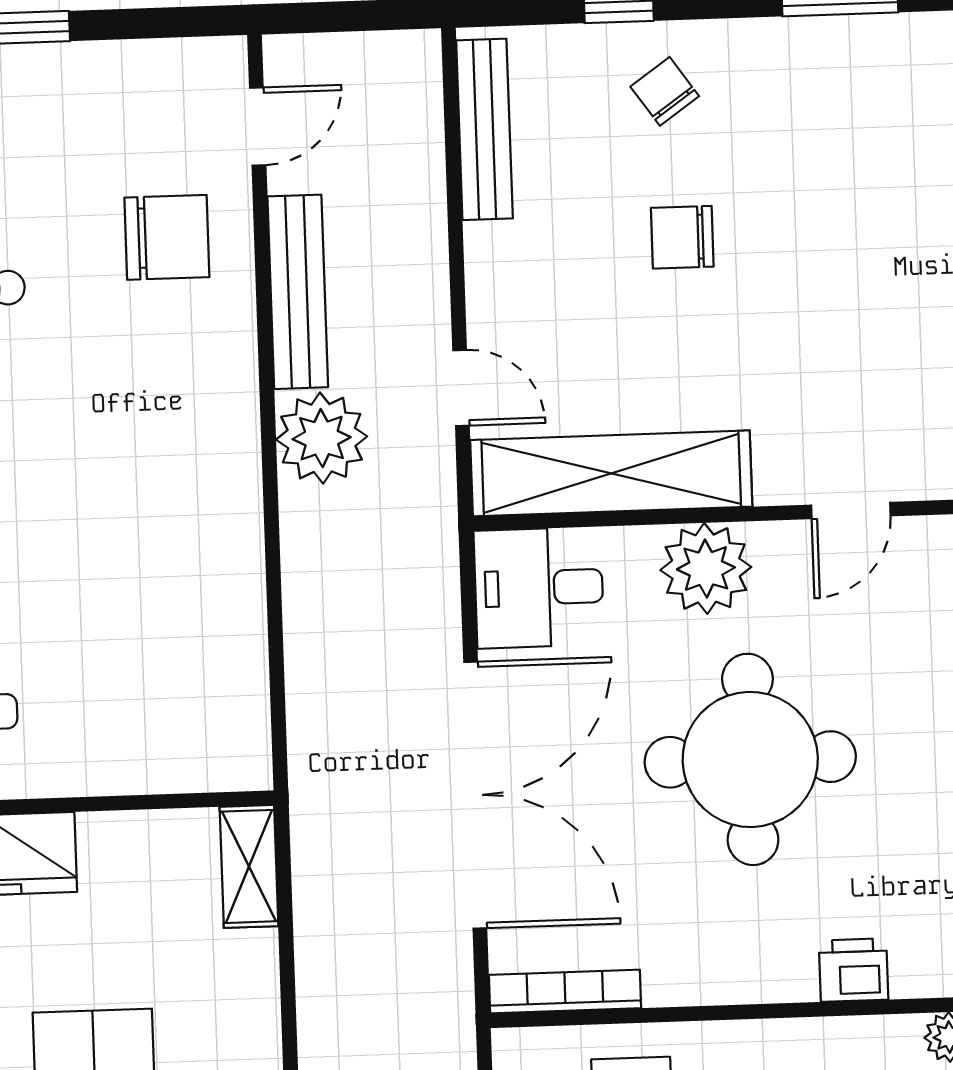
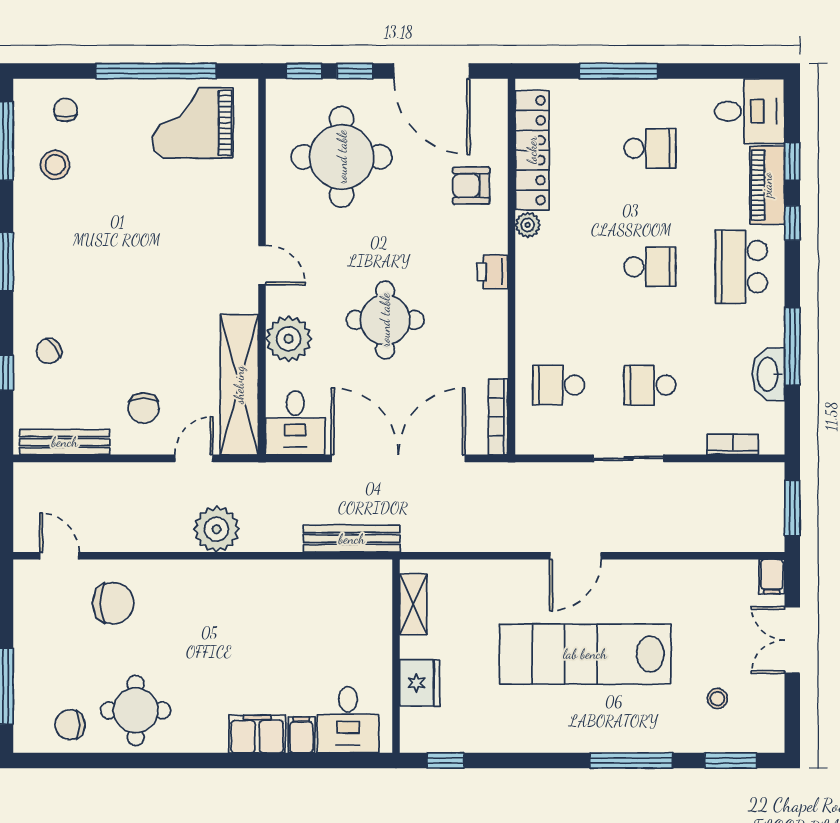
chair: (167, 237) -> (113, 603), turned 90
chair: (682, 237) -> (144, 408), moved
bench: (298, 292) -> (352, 539), moved
round table: (750, 759) -> (385, 320), width x0.73, depth x0.73
shelving: (249, 866) -> (413, 604), moved, turned 90

